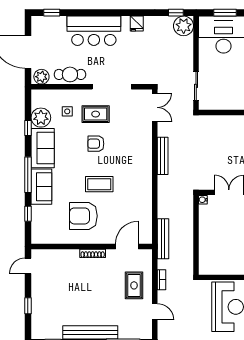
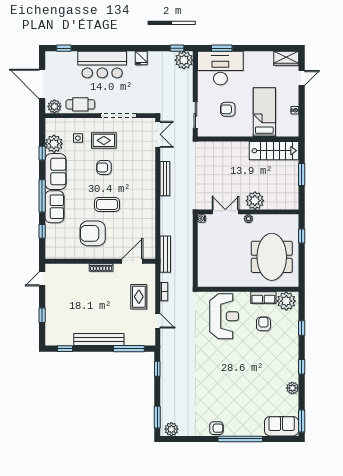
armchair: (232, 80) -> (228, 109), added

